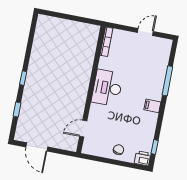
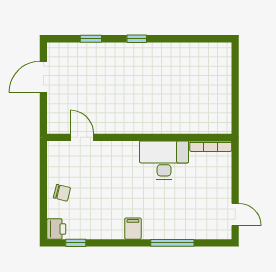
door: (145, 32) -> (235, 214), moved
desk: (107, 88) -> (164, 160), moved

